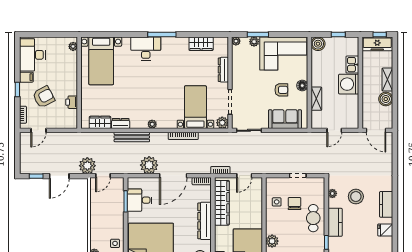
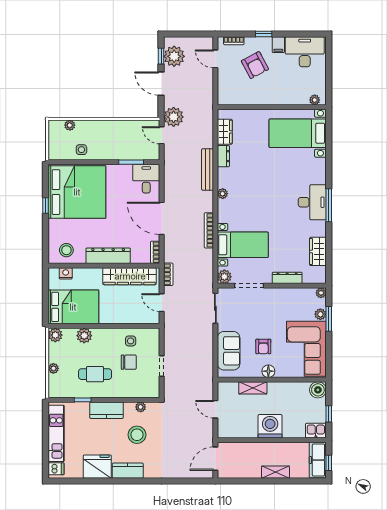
desk: (146, 49) -> (312, 202), moved
kitchen sink: (352, 65) -> (316, 431), moved
boiler: (386, 99) -> (252, 470), removed
printer: (72, 102) -> (249, 98), removed
plant: (149, 165) -> (174, 56), moved
desk: (140, 200) -> (146, 179), moved
cafe table: (313, 218) -> (95, 374), moved
fridge: (385, 230) -> (97, 467), width x1.88, depth x1.34

